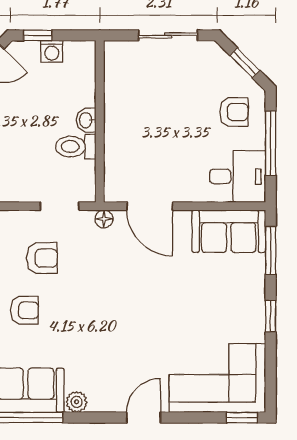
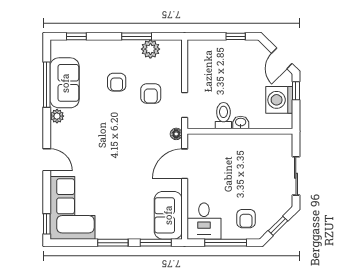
washing machine: (52, 51) -> (279, 100), width x1.89, depth x1.89
window: (271, 316) -> (113, 243), width x1.50

